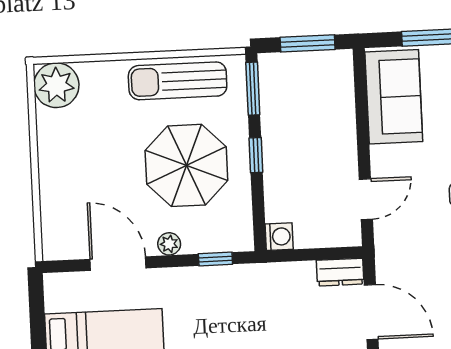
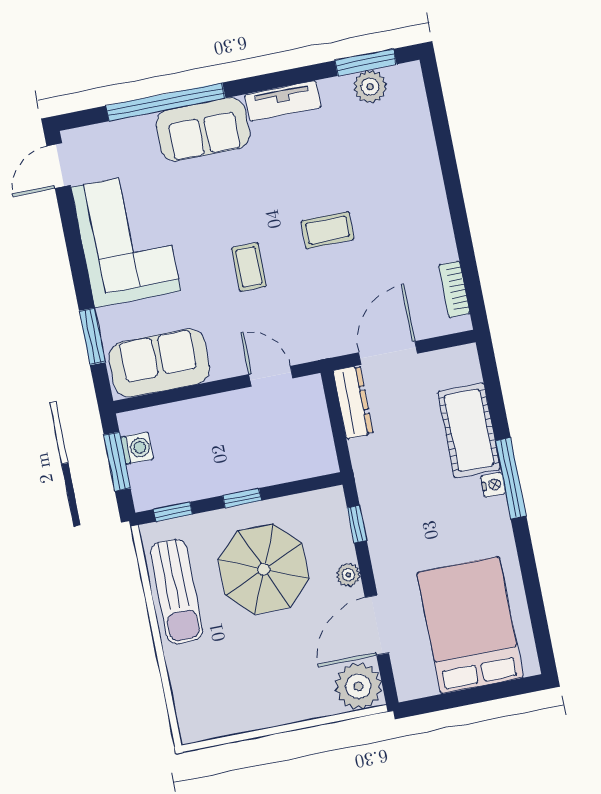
plant: (56, 85) -> (358, 686), moved
window: (253, 89) -> (173, 512), width x0.67
washing machine: (279, 237) -> (137, 448), moved, turned 90
dresser: (340, 272) -> (353, 402), width x1.44

